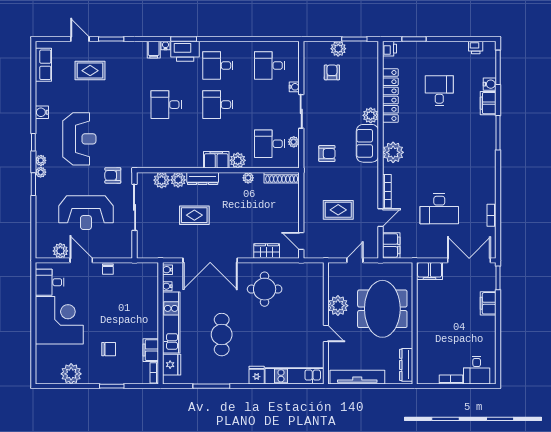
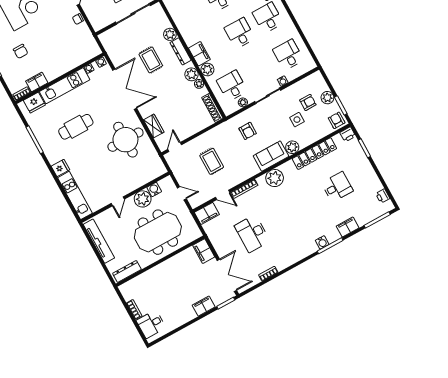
armchair: (368, 52) -> (337, 120), added
water cooler: (490, 84) -> (322, 242), moved
side table: (344, 94) -> (297, 120), added
plant: (162, 180) -> (192, 74), moved
double door: (210, 260) -> (125, 89), swing flipped
water cooler: (335, 288) -> (154, 189), added
round table: (265, 289) -> (125, 140), width x1.36, depth x1.36

